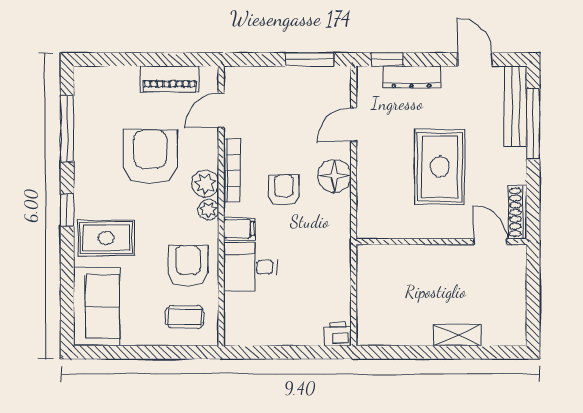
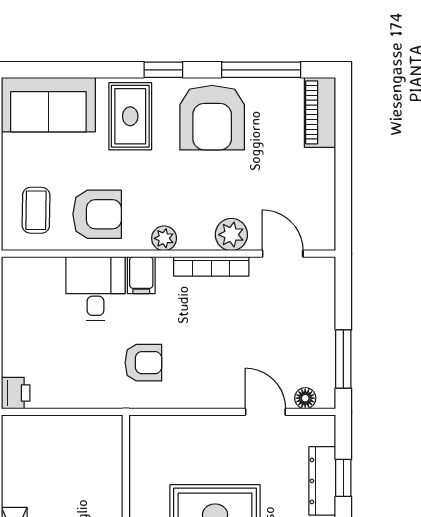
window: (387, 60) -> (343, 478), moved
piano: (170, 79) -> (320, 112), moved
armchair: (150, 157) -> (212, 118), moved, turned 90
floor lamp: (334, 176) -> (305, 398), moved, width x0.53, depth x0.53
plant: (205, 184) -> (231, 235), moved
armchair: (284, 190) -> (143, 363), moved

